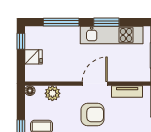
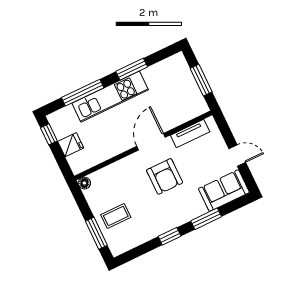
kitchen unit: (112, 35) -> (110, 97), moved
plant: (52, 93) -> (110, 174), removed
armchair: (92, 115) -> (165, 176), turned 90

